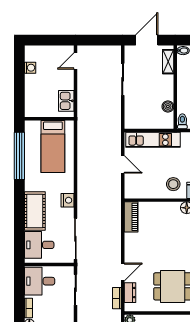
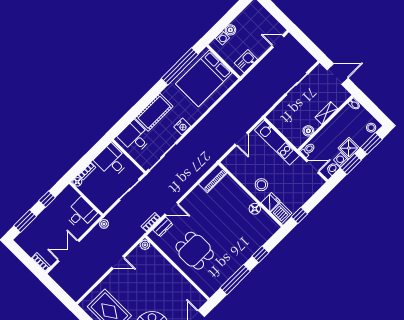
shelving: (168, 62) -> (326, 113), moved
washing machine: (30, 68) -> (222, 38), moved
boiler: (30, 89) -> (230, 30), added
bed: (53, 147) -> (204, 78), width x1.50

